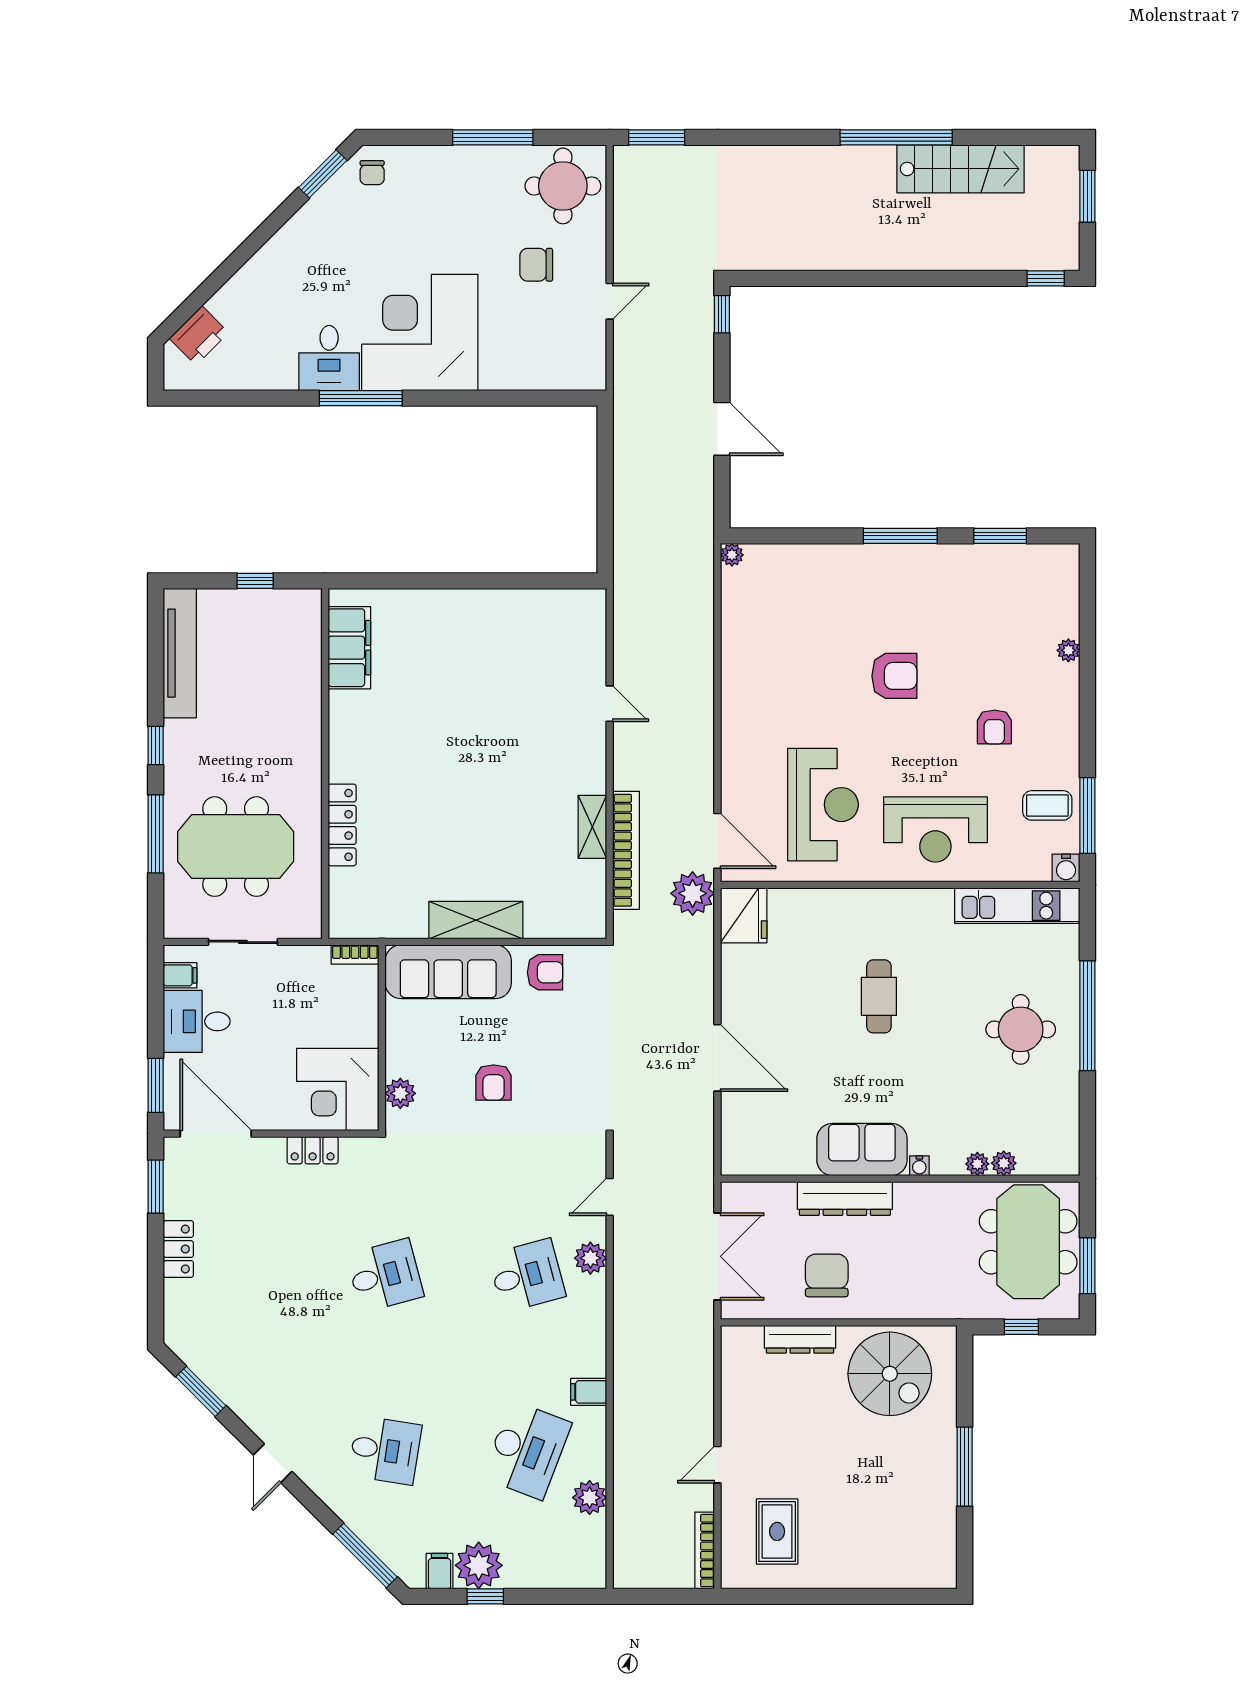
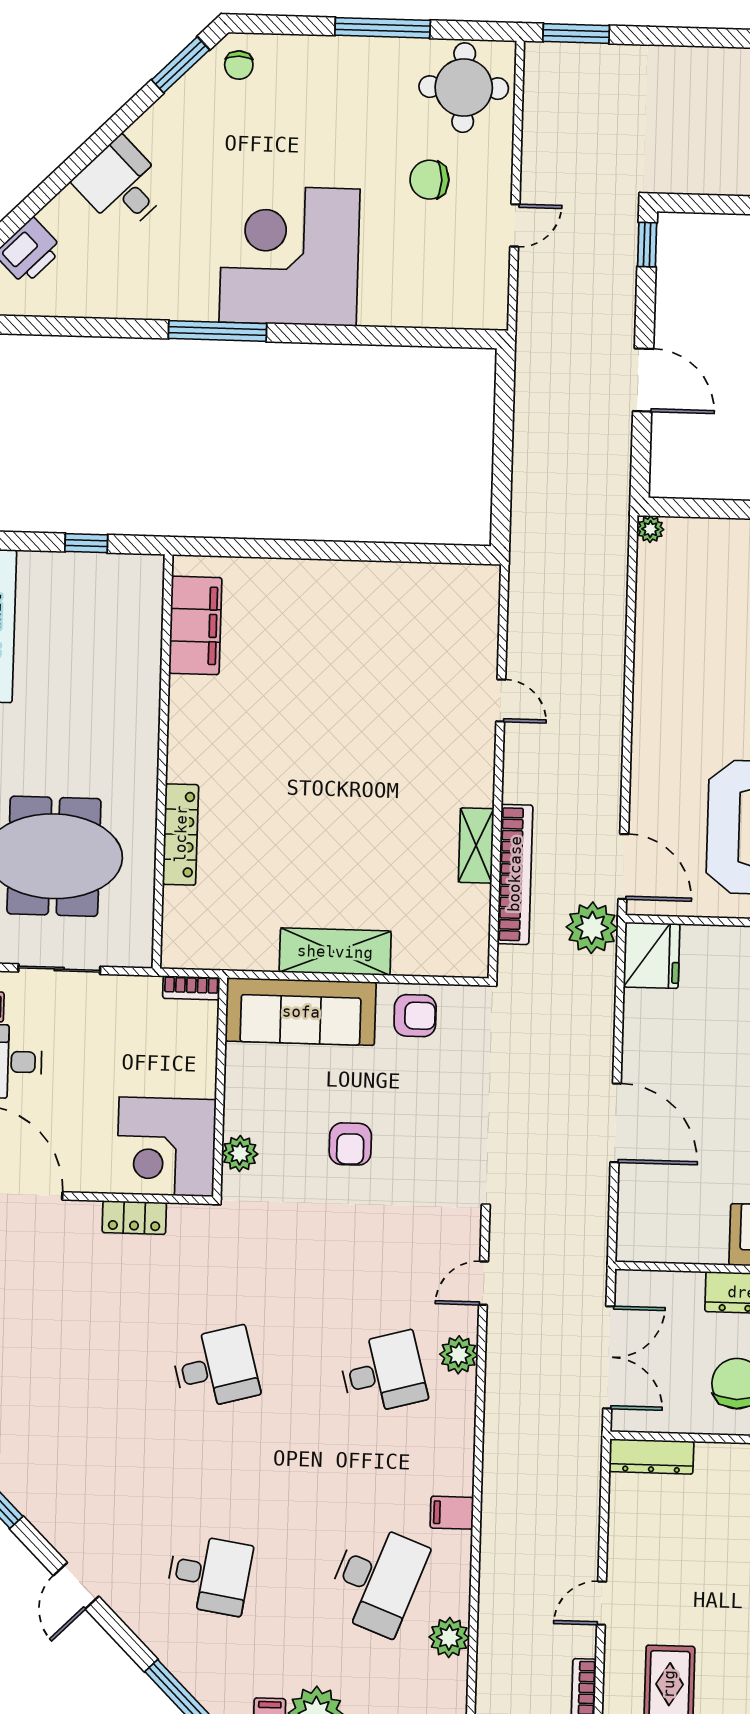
desk: (329, 358) -> (122, 185), moved, turned 135
dresser: (800, 1339) -> (651, 1456), moved

